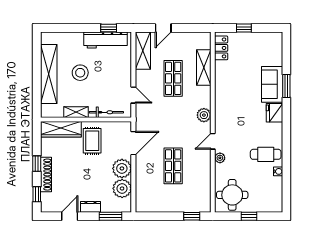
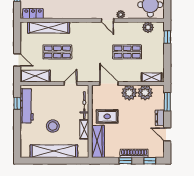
shelving: (204, 67) -> (49, 27), width x1.47
plant: (204, 115) -> (148, 27), moved
shelving: (141, 197) -> (152, 77), added

